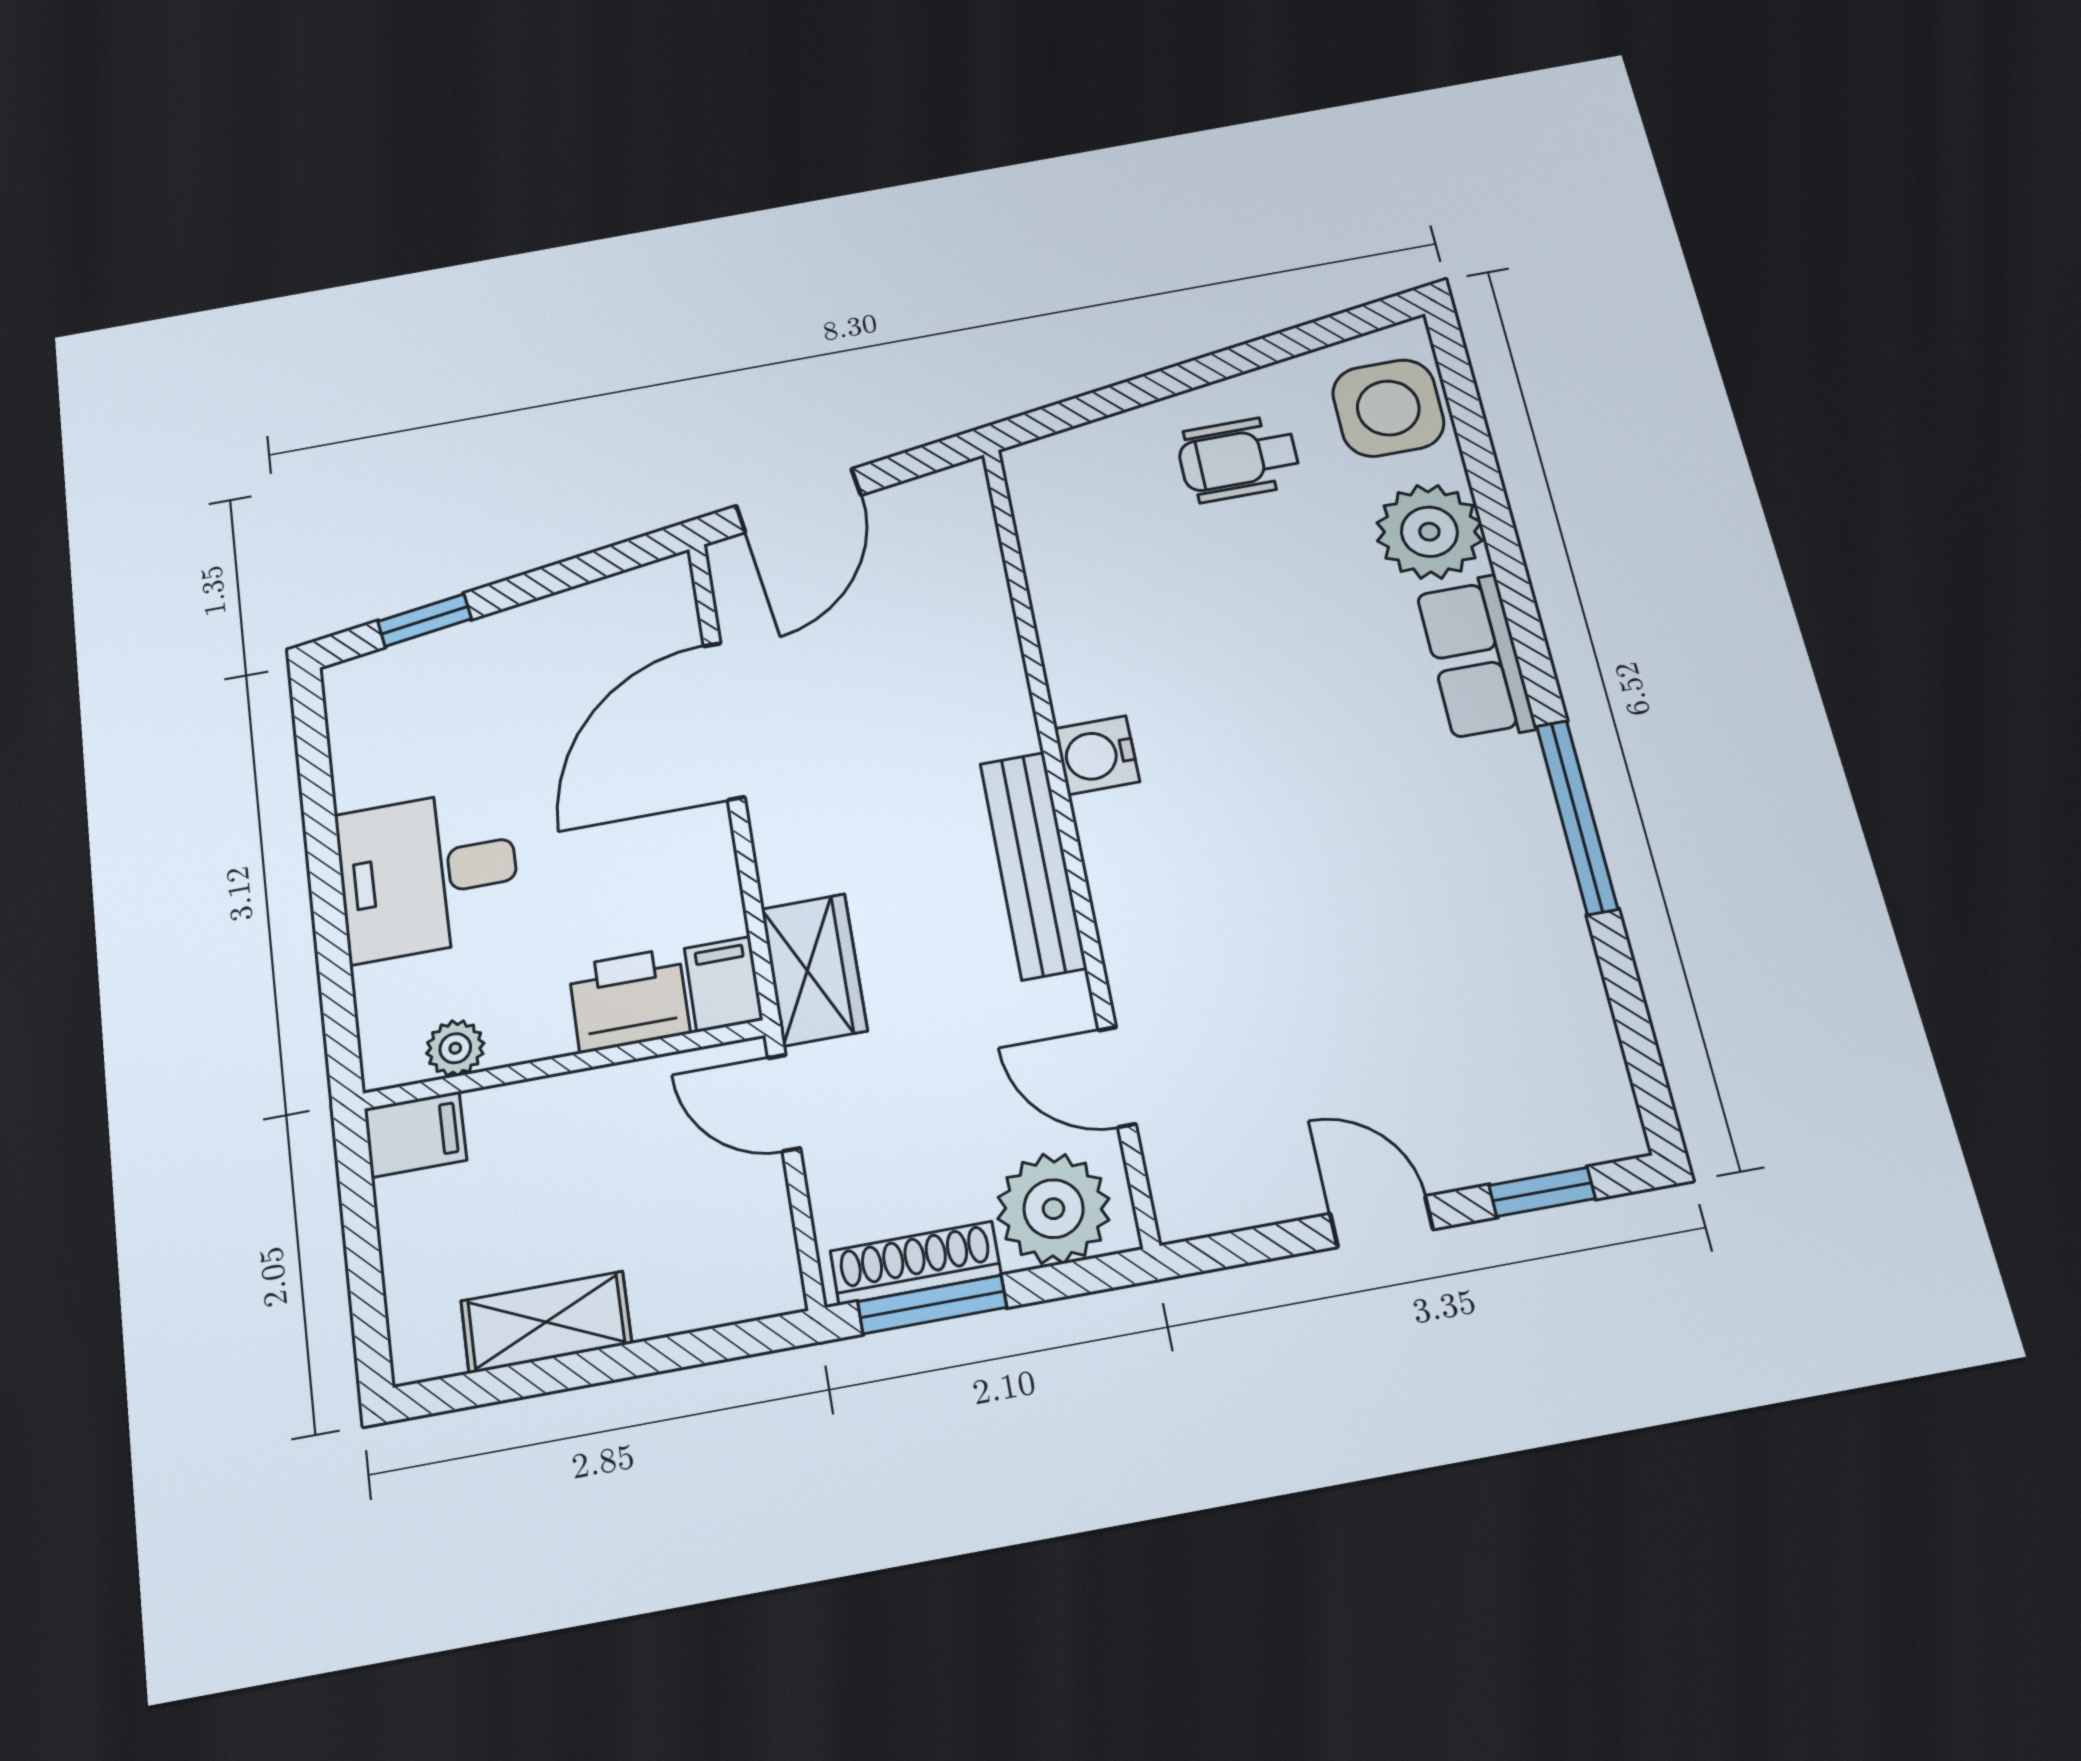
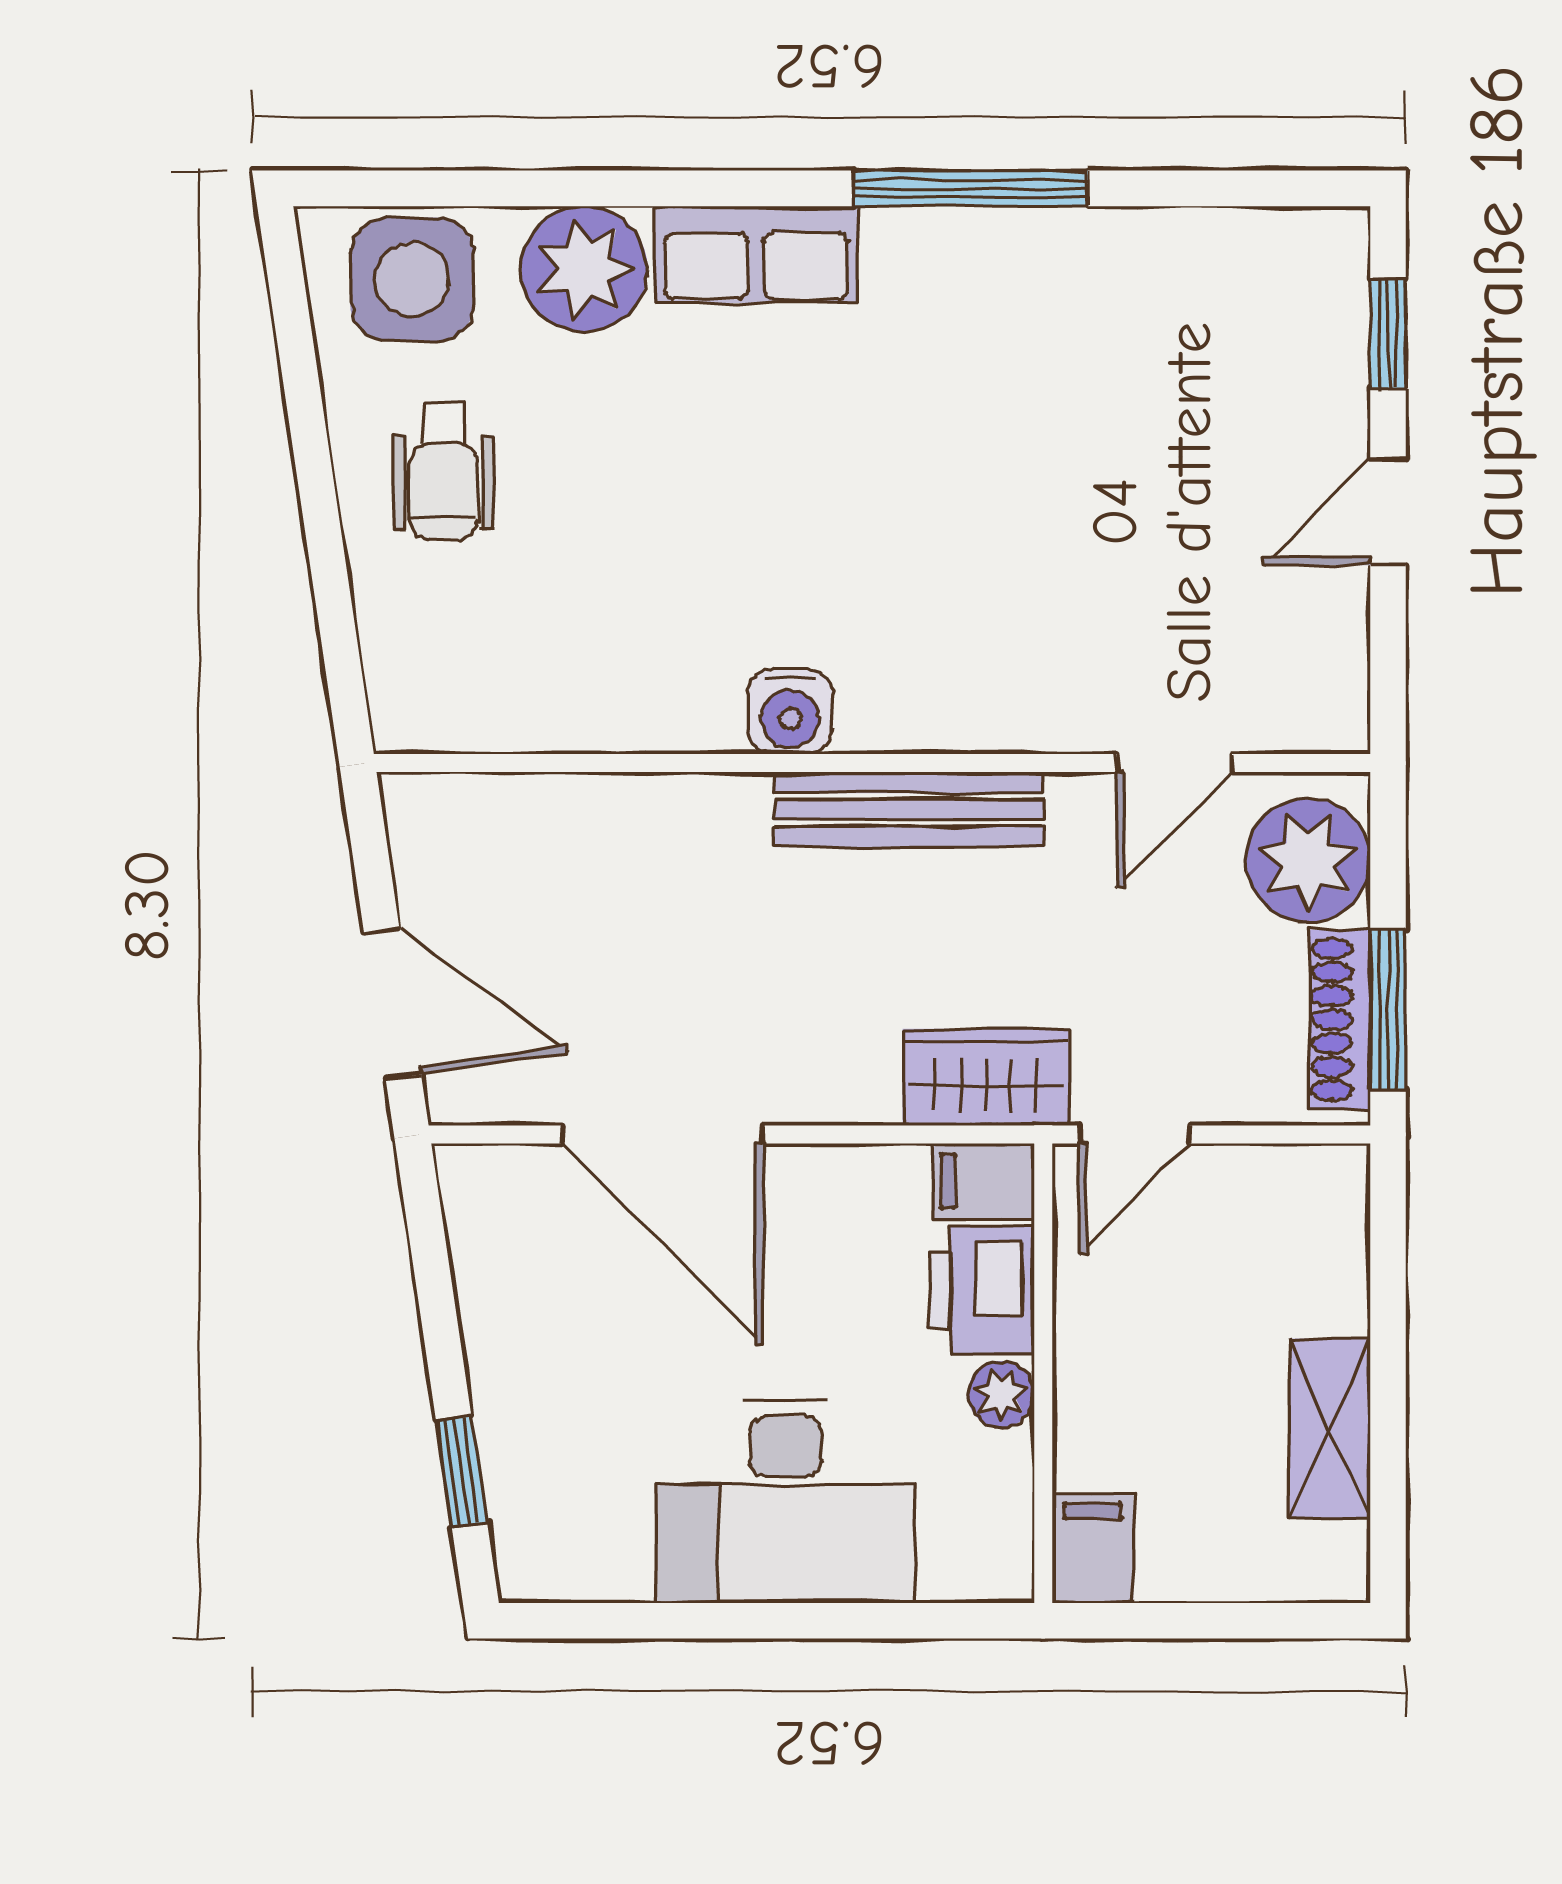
desk: (428, 874) -> (786, 1501), width x1.37
plant: (455, 1048) -> (1001, 1394), moved

